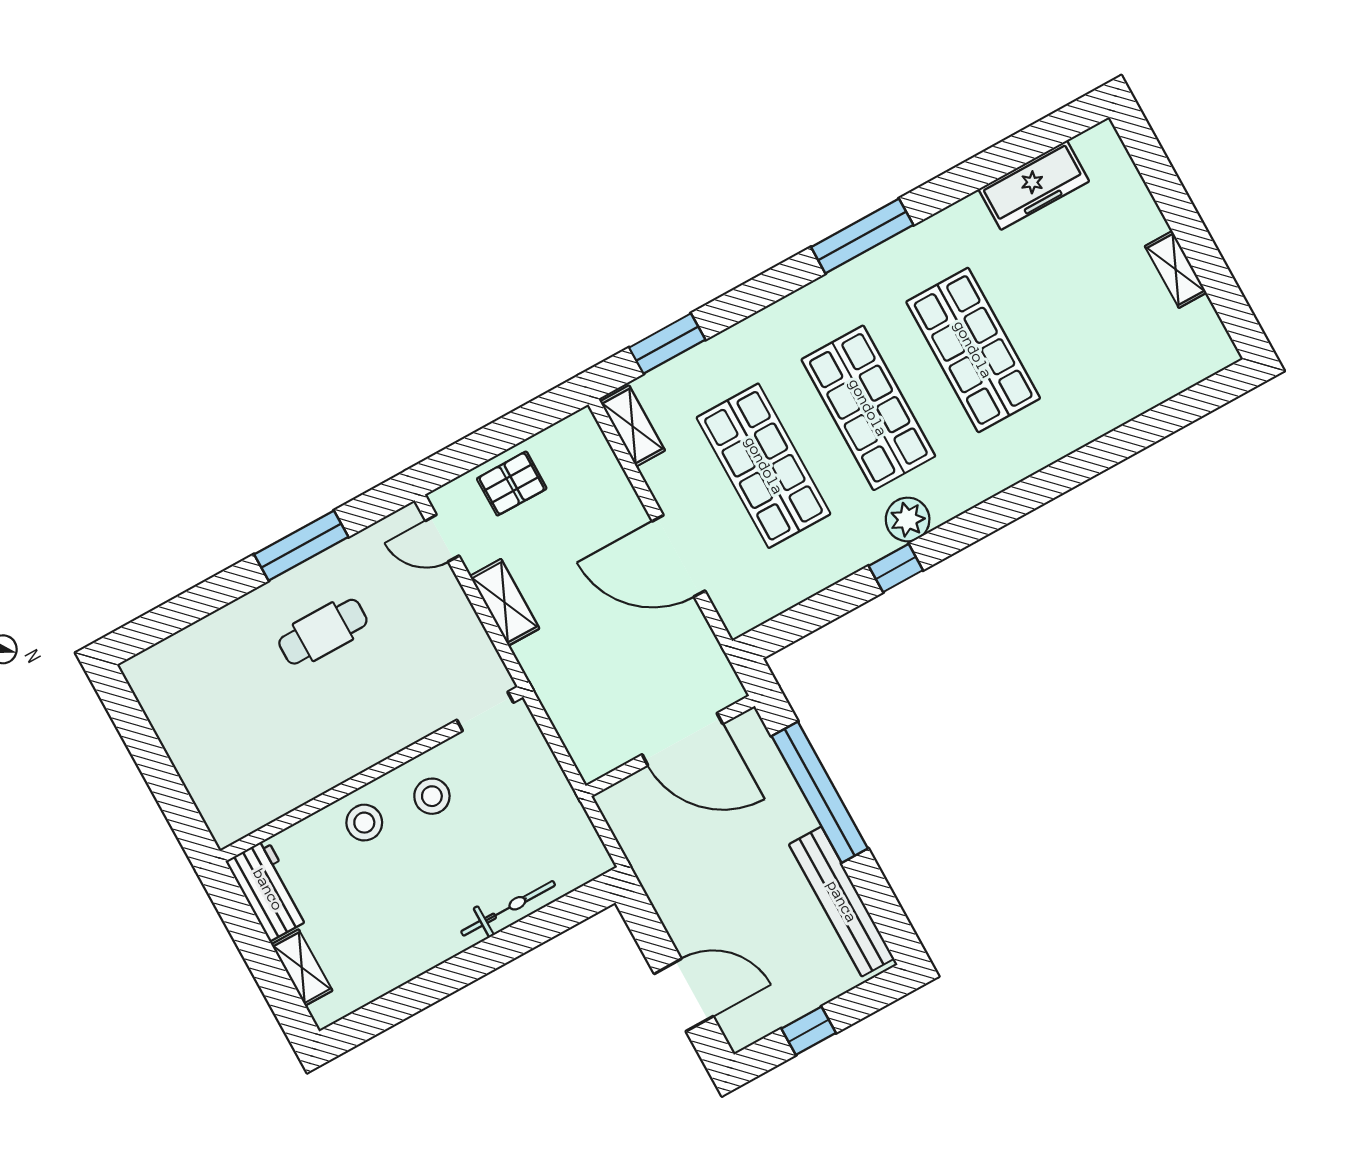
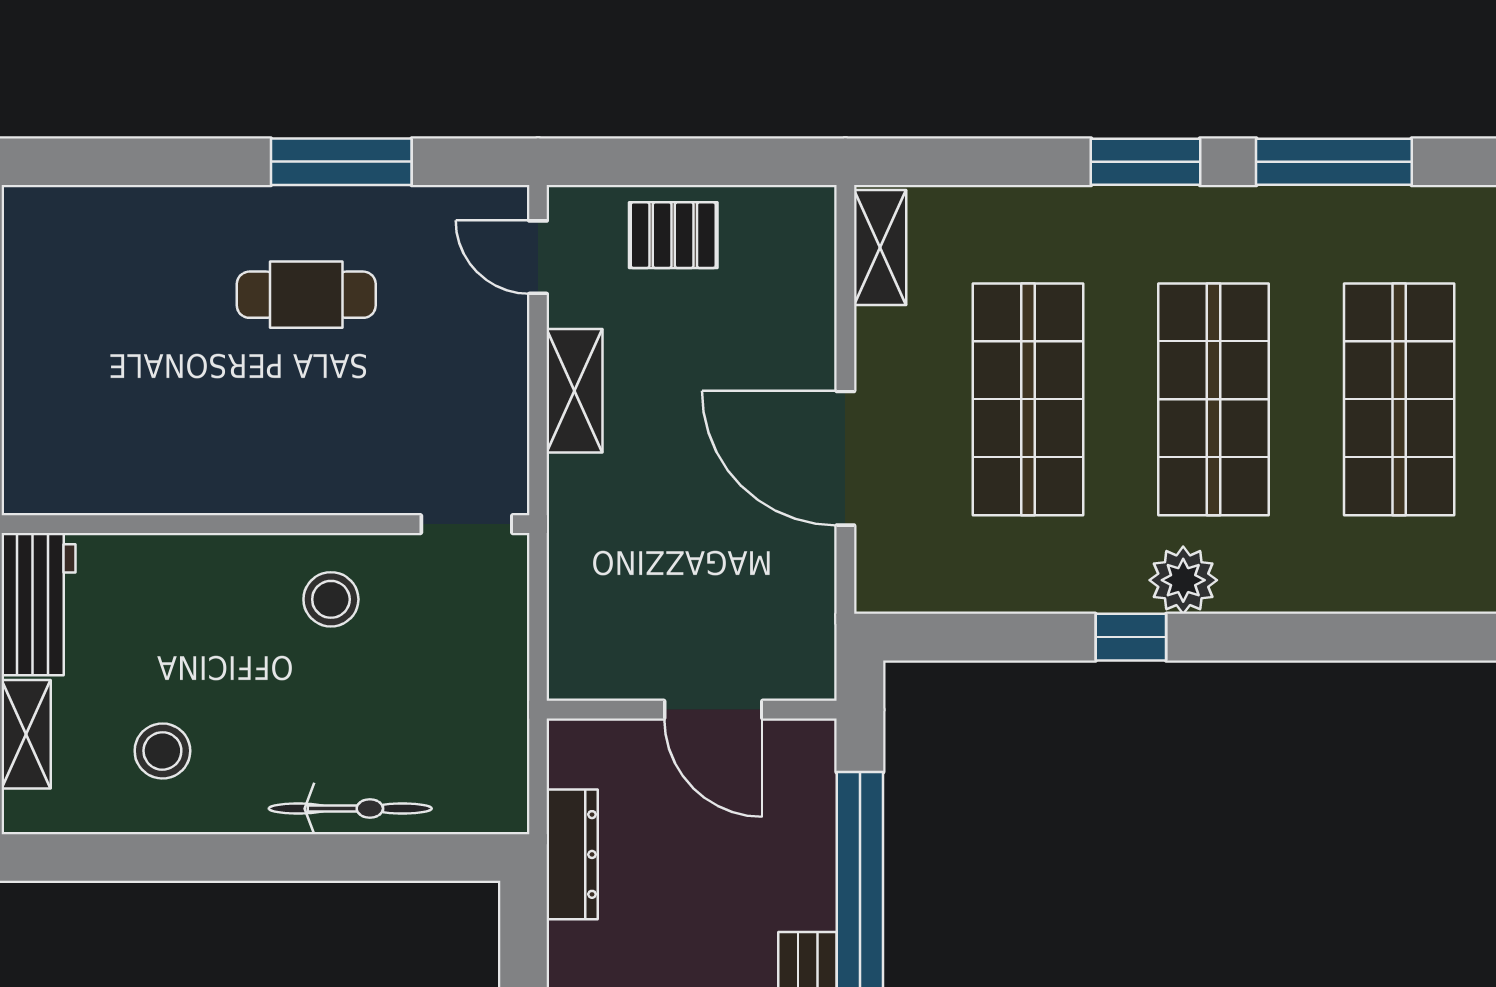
window: (667, 344) -> (1145, 162), moved
door: (682, 739) -> (713, 710), width x0.73
stool: (364, 823) -> (162, 751), moved
dresser: (648, 865) -> (572, 854), added

